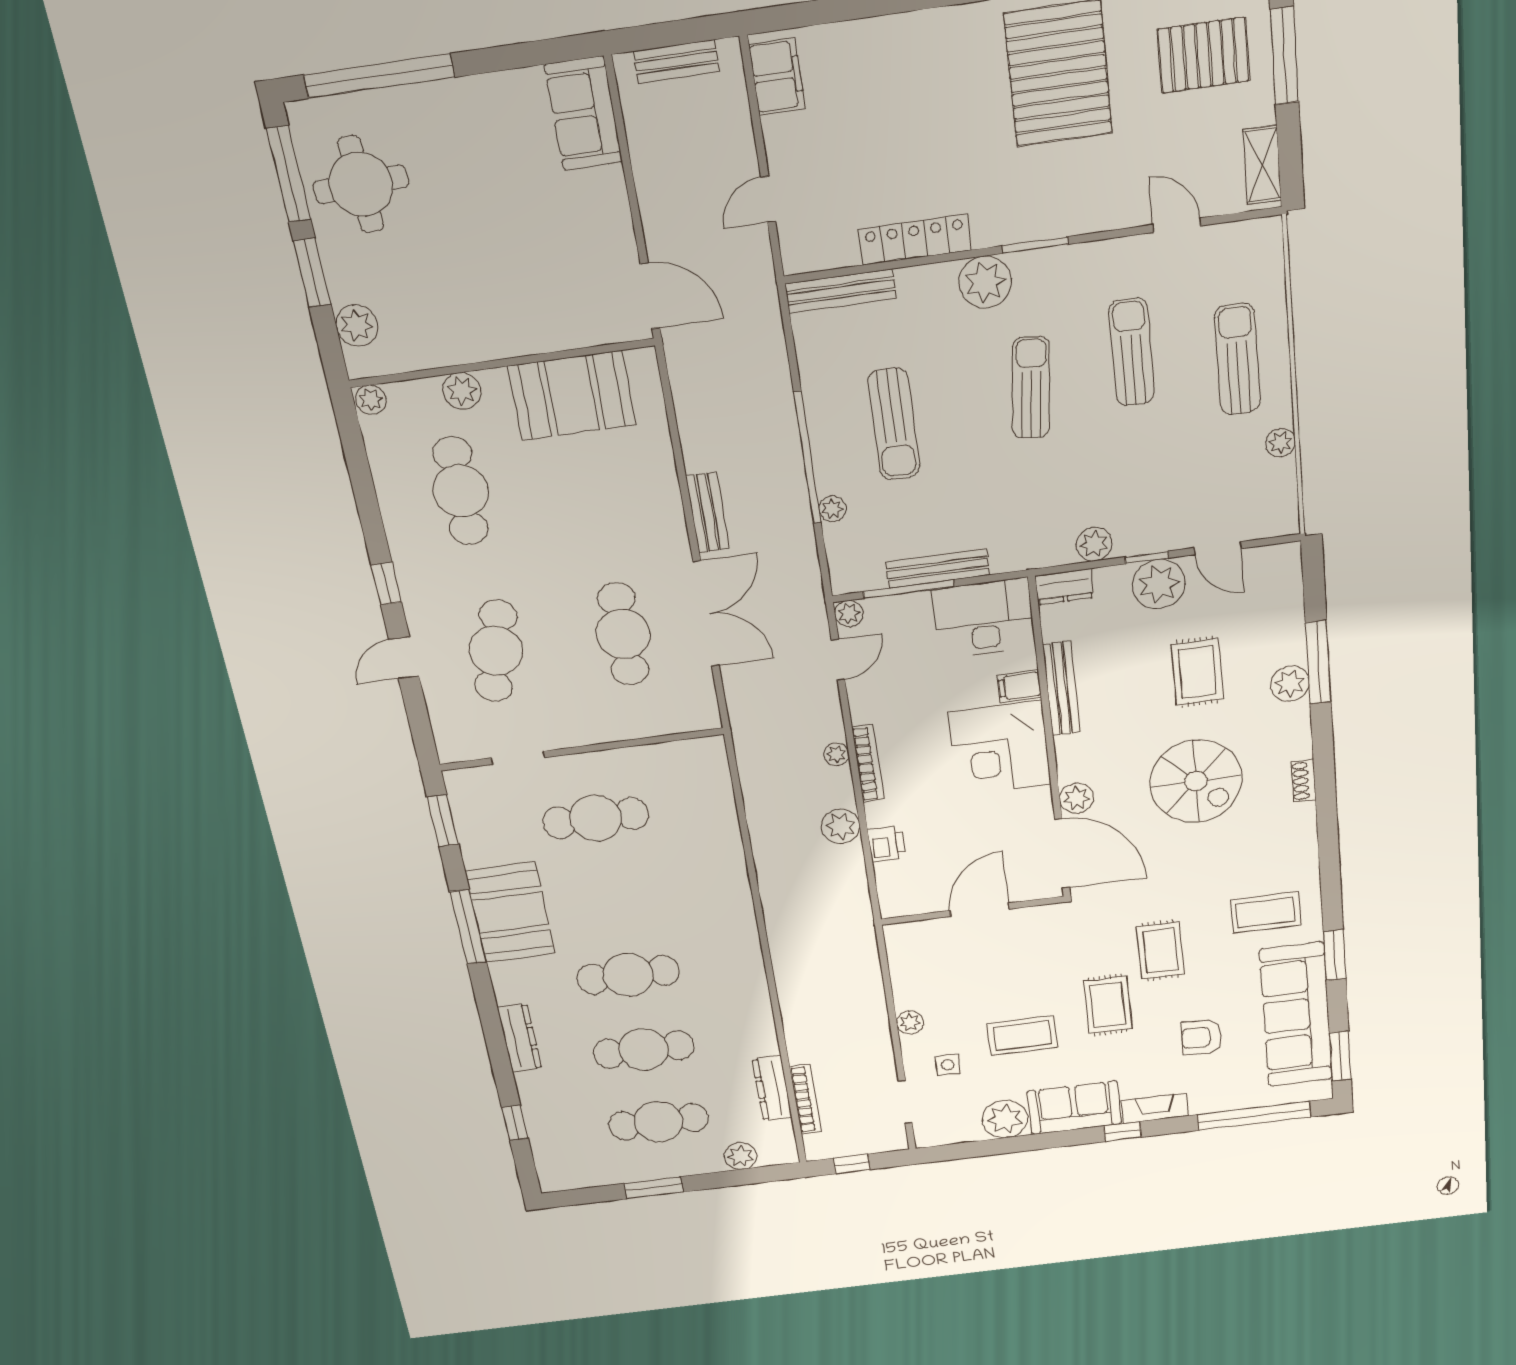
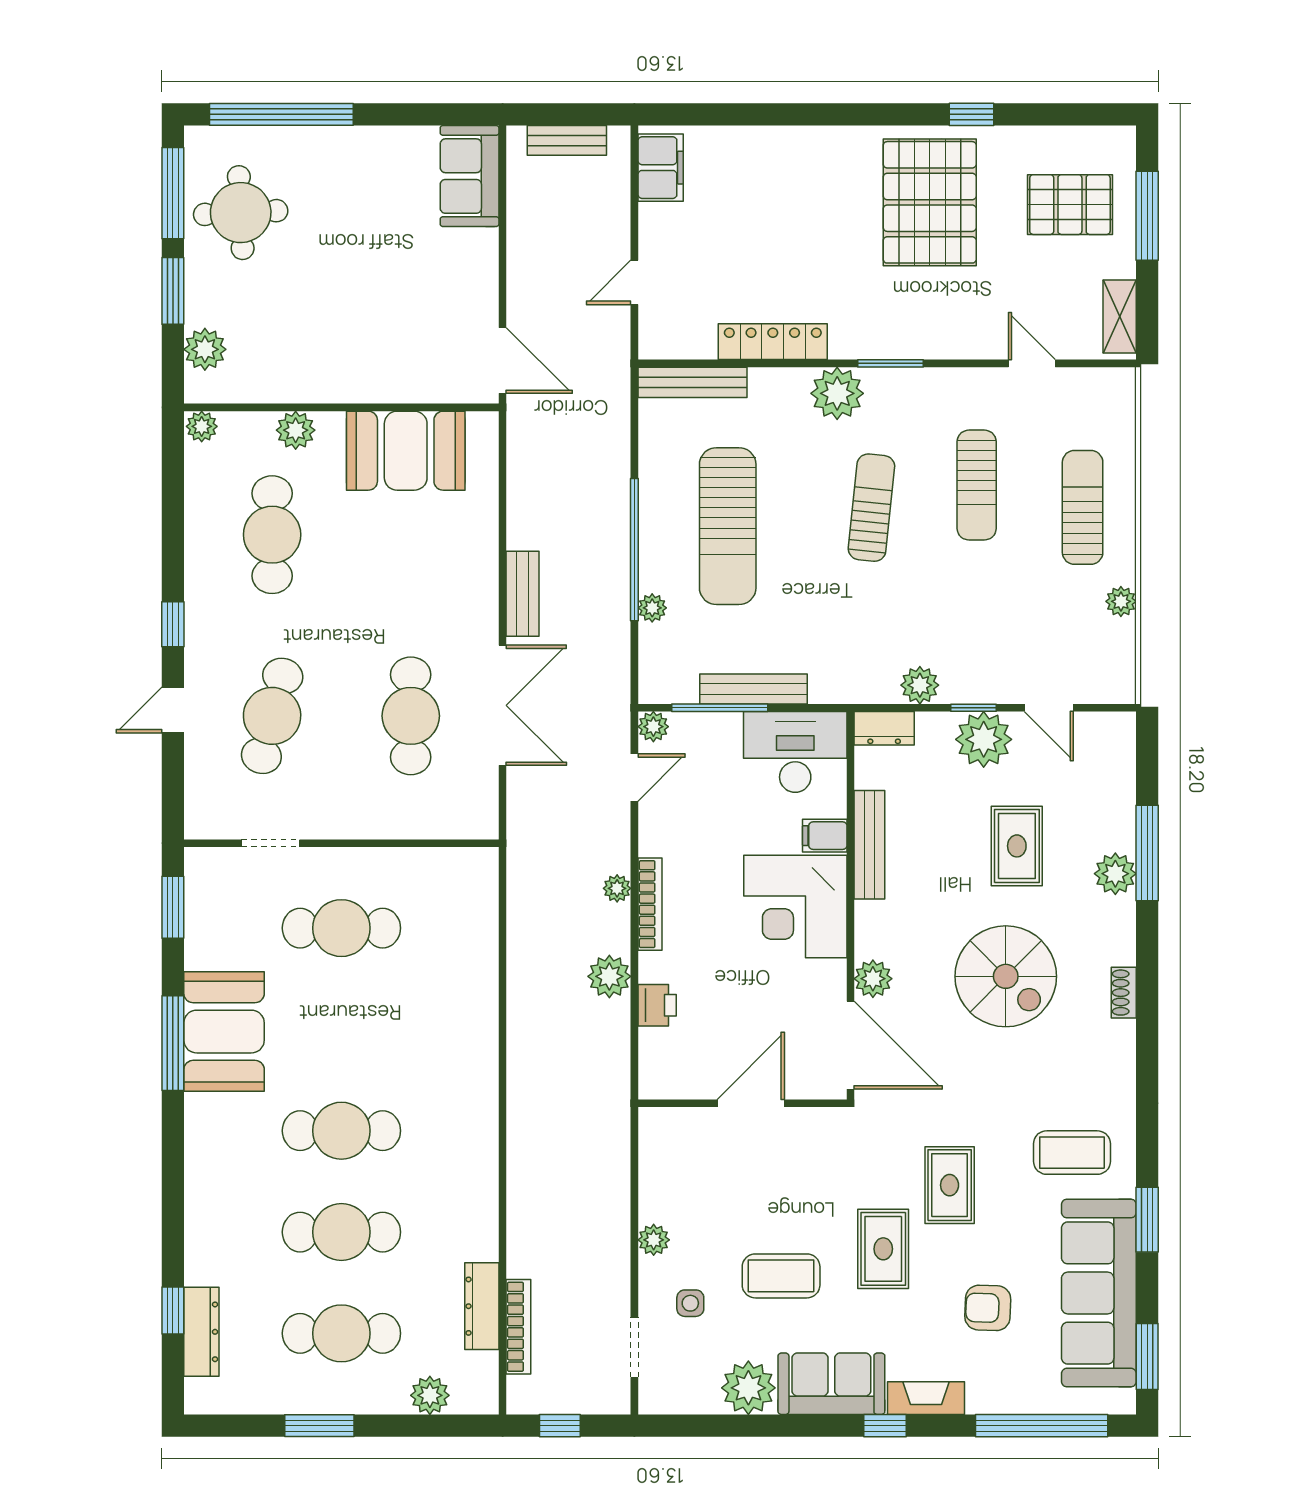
sun lounger: (1132, 352) -> (977, 485), turned 180
sun lounger: (894, 424) -> (728, 526), width x1.36, depth x1.34
dresser: (519, 1038) -> (201, 1332), moved

